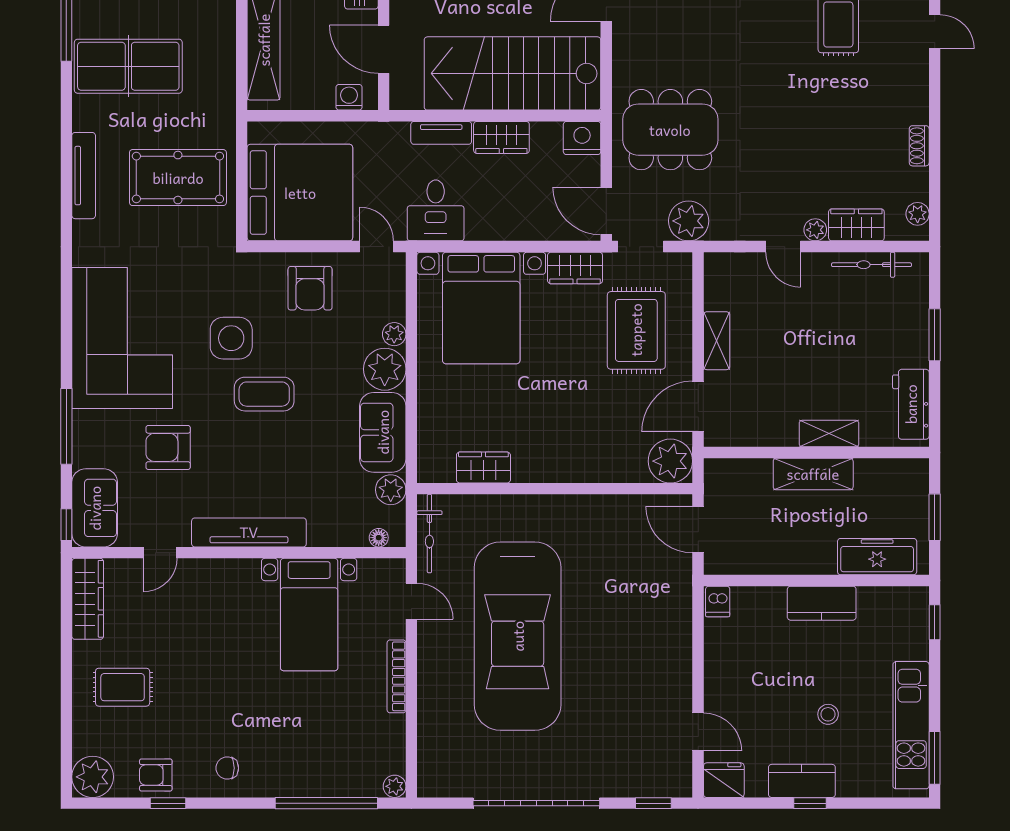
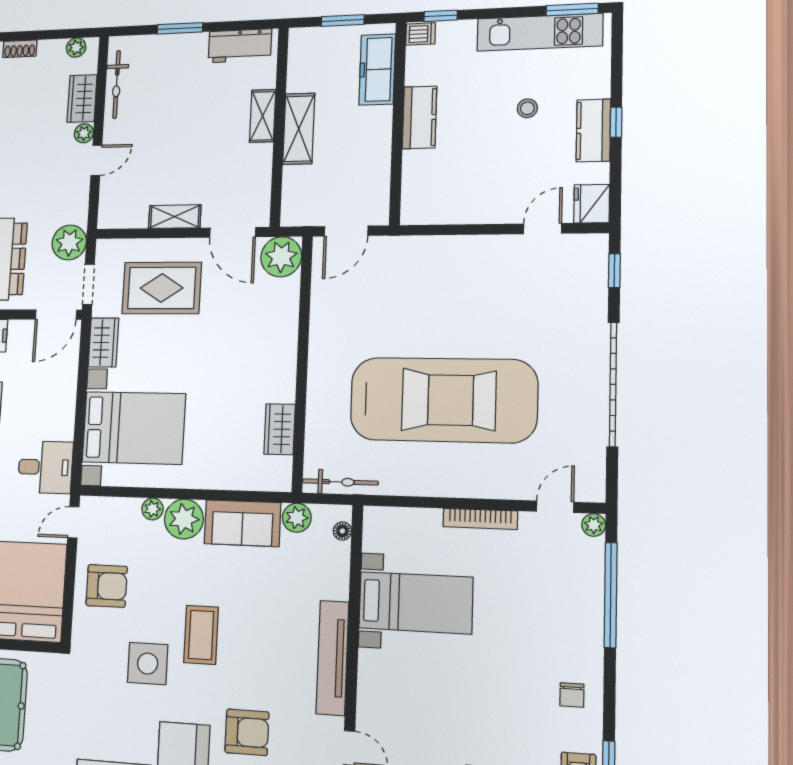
armchair: (168, 447) -> (247, 732), turned -90
door: (411, 601) -> (555, 507), moved
dishwasher: (718, 602) -> (421, 34), moved

